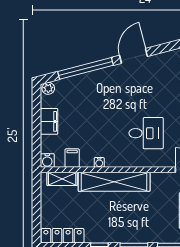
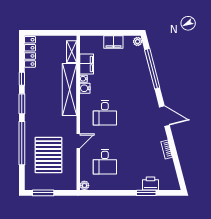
door: (134, 56) -> (164, 116), moved
filing cabinet: (72, 158) -> (87, 64), width x2.00
water cooler: (47, 160) -> (85, 88), moved

